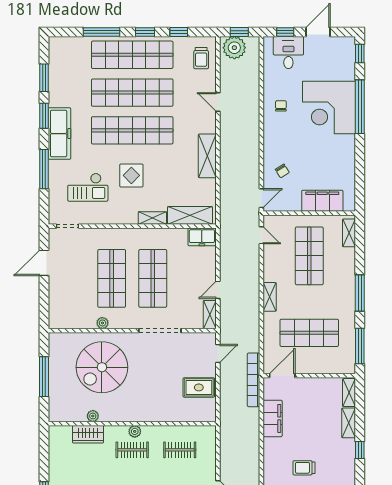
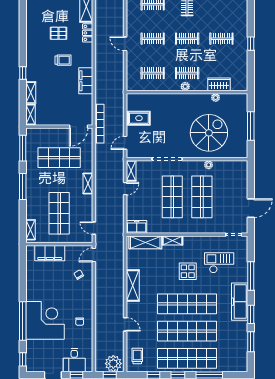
filing cabinet: (273, 418) -> (86, 81), moved

